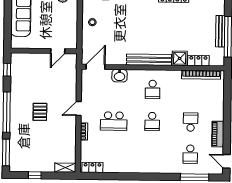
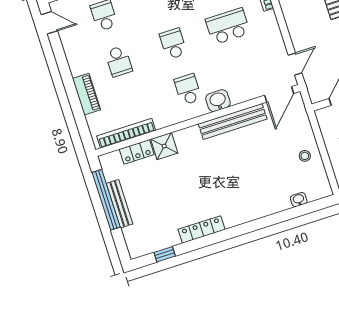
bench: (149, 60) -> (233, 121), moved
washbasin: (119, 76) -> (218, 101), moved
door: (79, 108) -> (295, 64), moved
piano: (218, 134) -> (86, 94), moved

